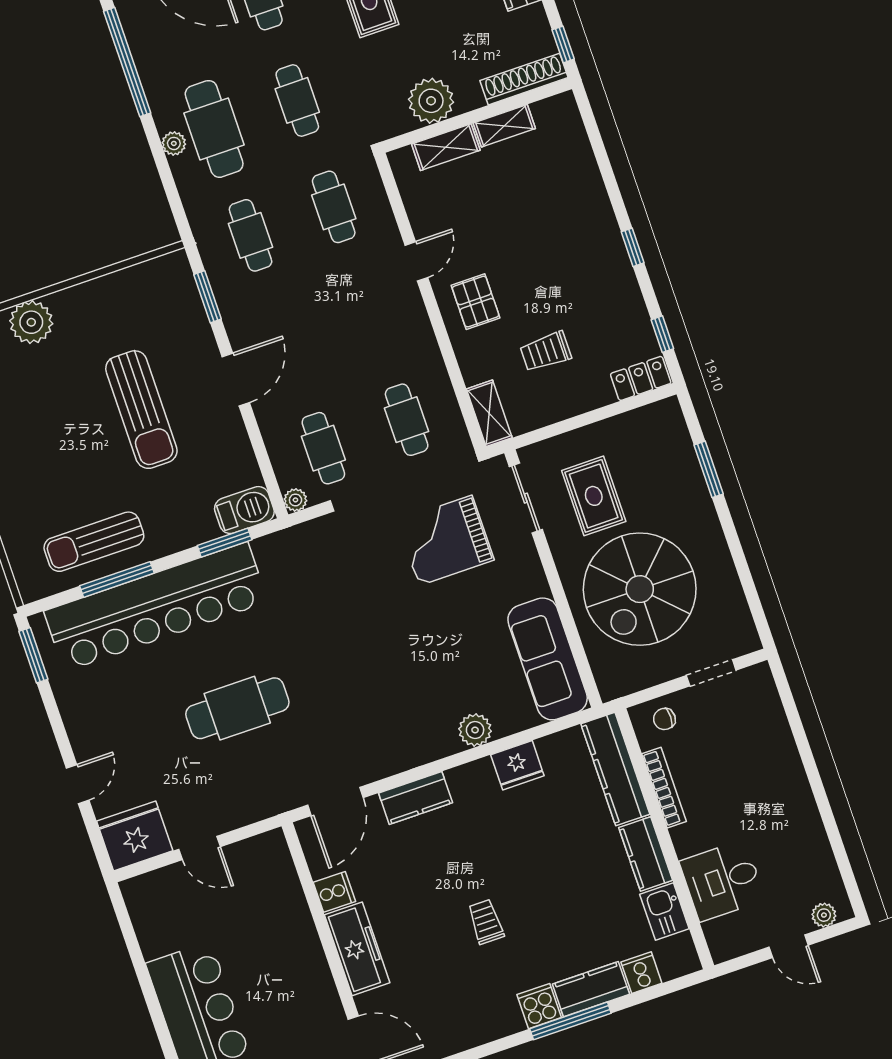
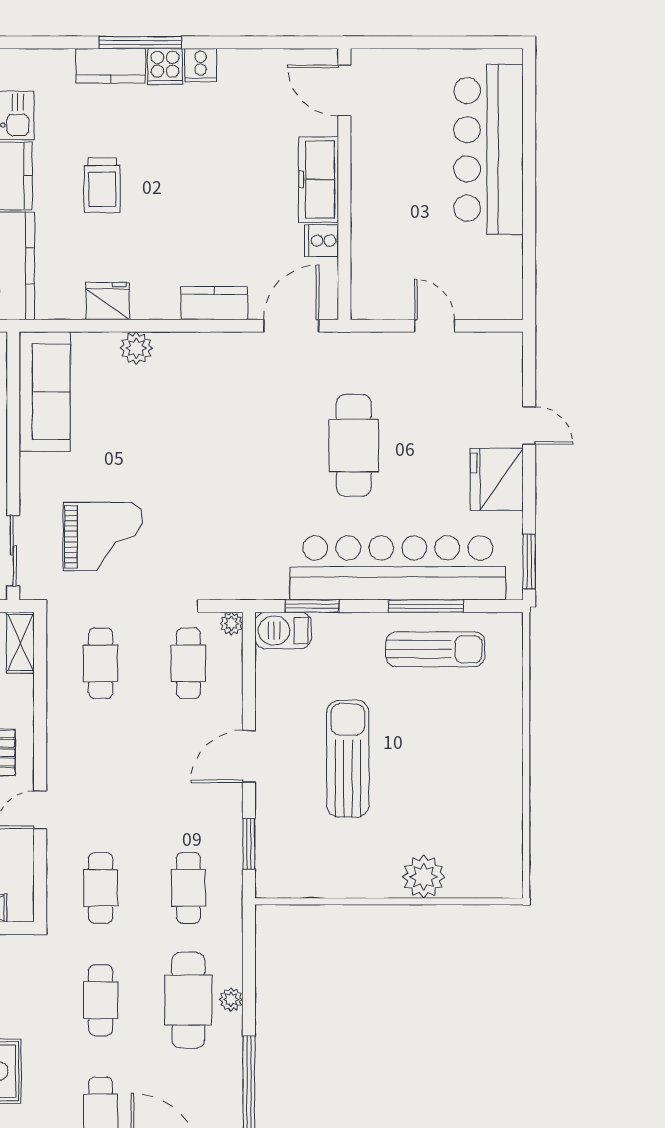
cafe table: (237, 708) -> (354, 445), turned 90
door: (78, 784) -> (529, 426), swing flipped
fridge: (135, 836) -> (497, 479), moved, turned 90
trolley: (486, 922) -> (102, 185), moved, width x1.36, depth x1.39
cooker: (641, 973) -> (201, 65), moved

